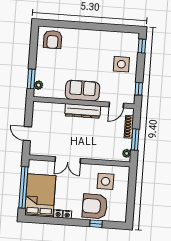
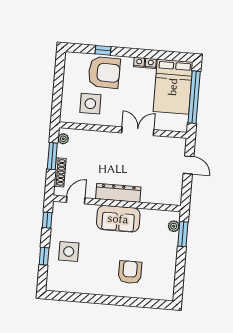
armchair: (53, 39) -> (130, 272), moved
window: (142, 46) -> (44, 256), moved

